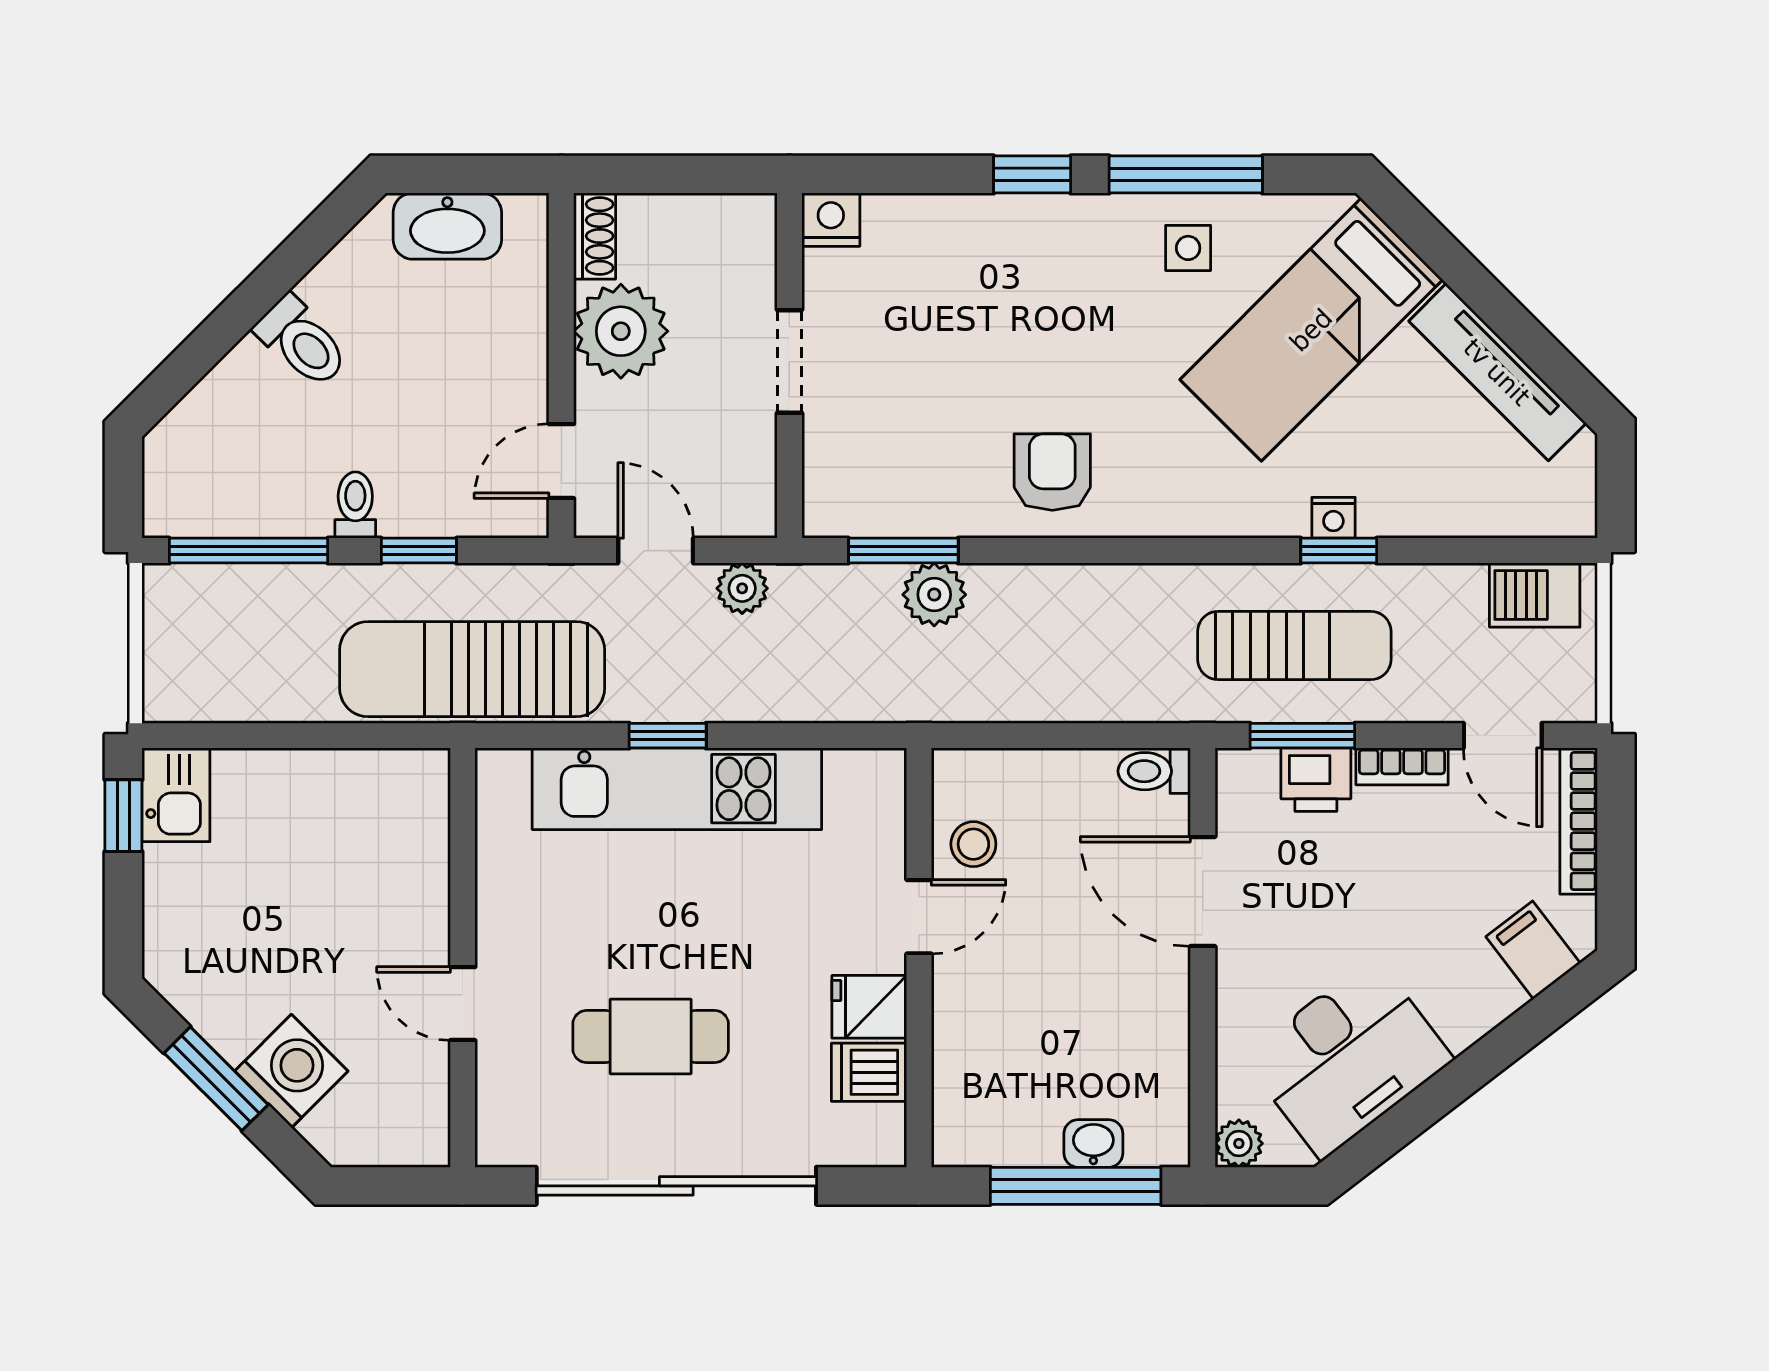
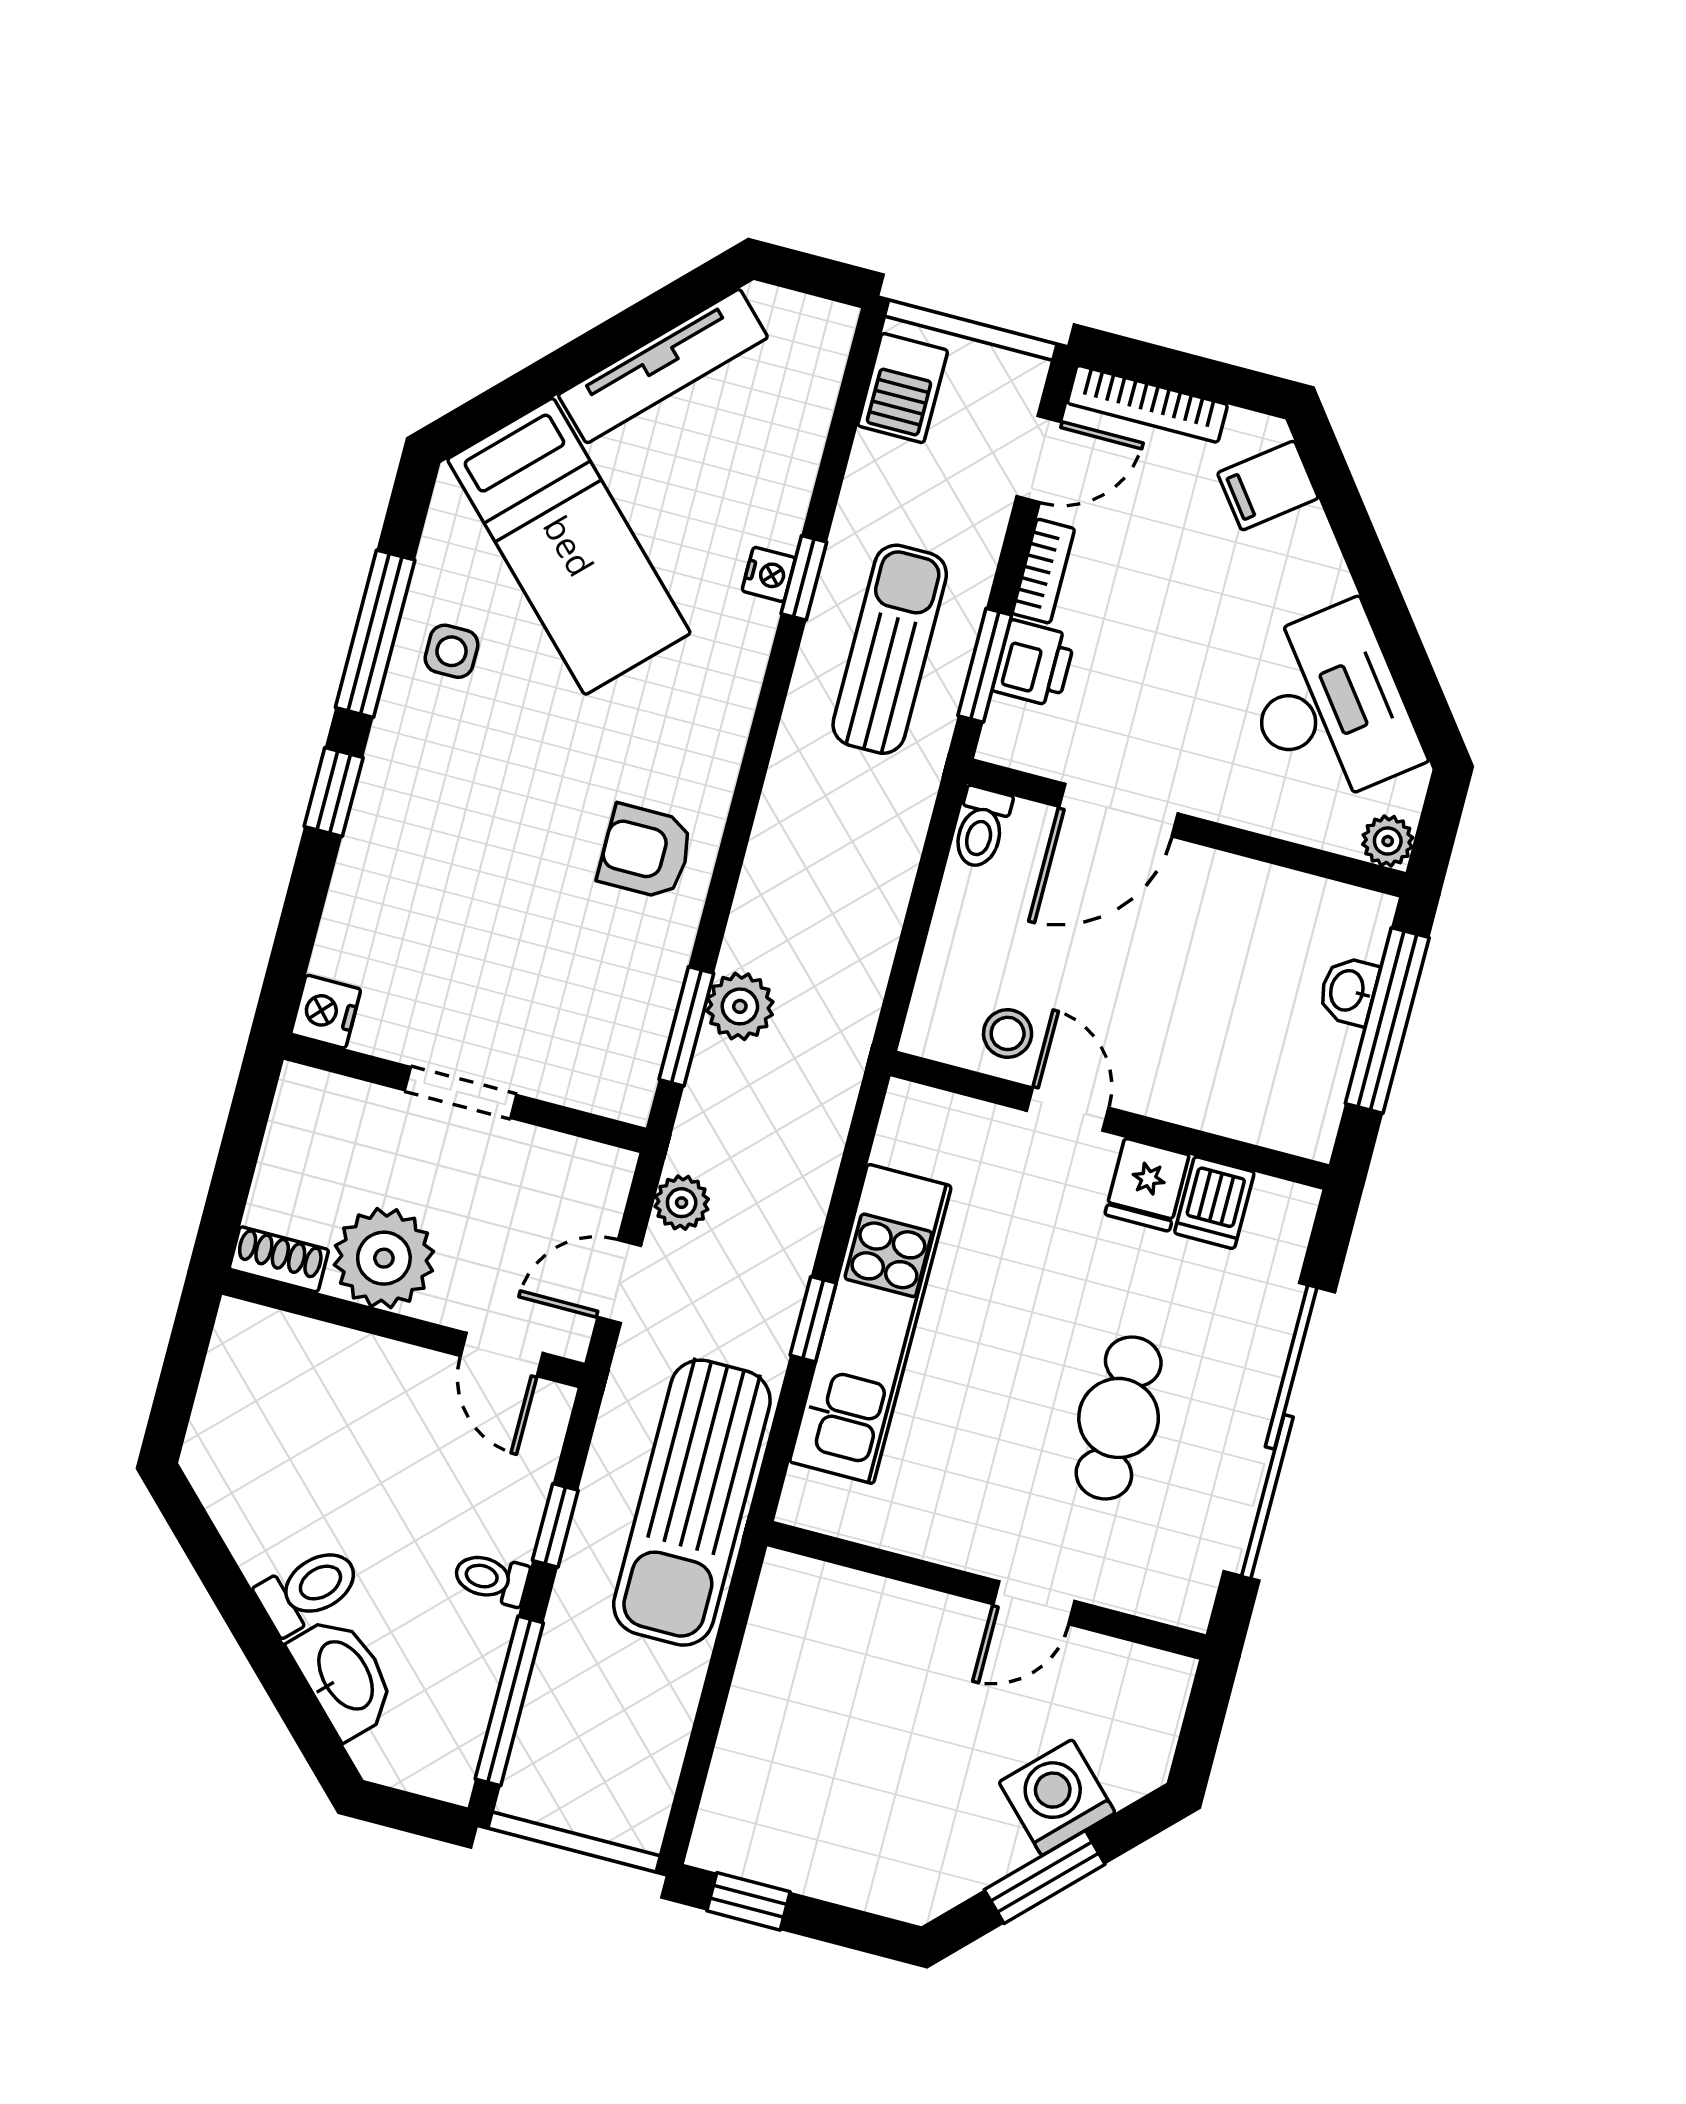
washbasin: (447, 226) -> (344, 1676), moved, turned -45
kitchen sink: (176, 795) -> (741, 1842), removed

